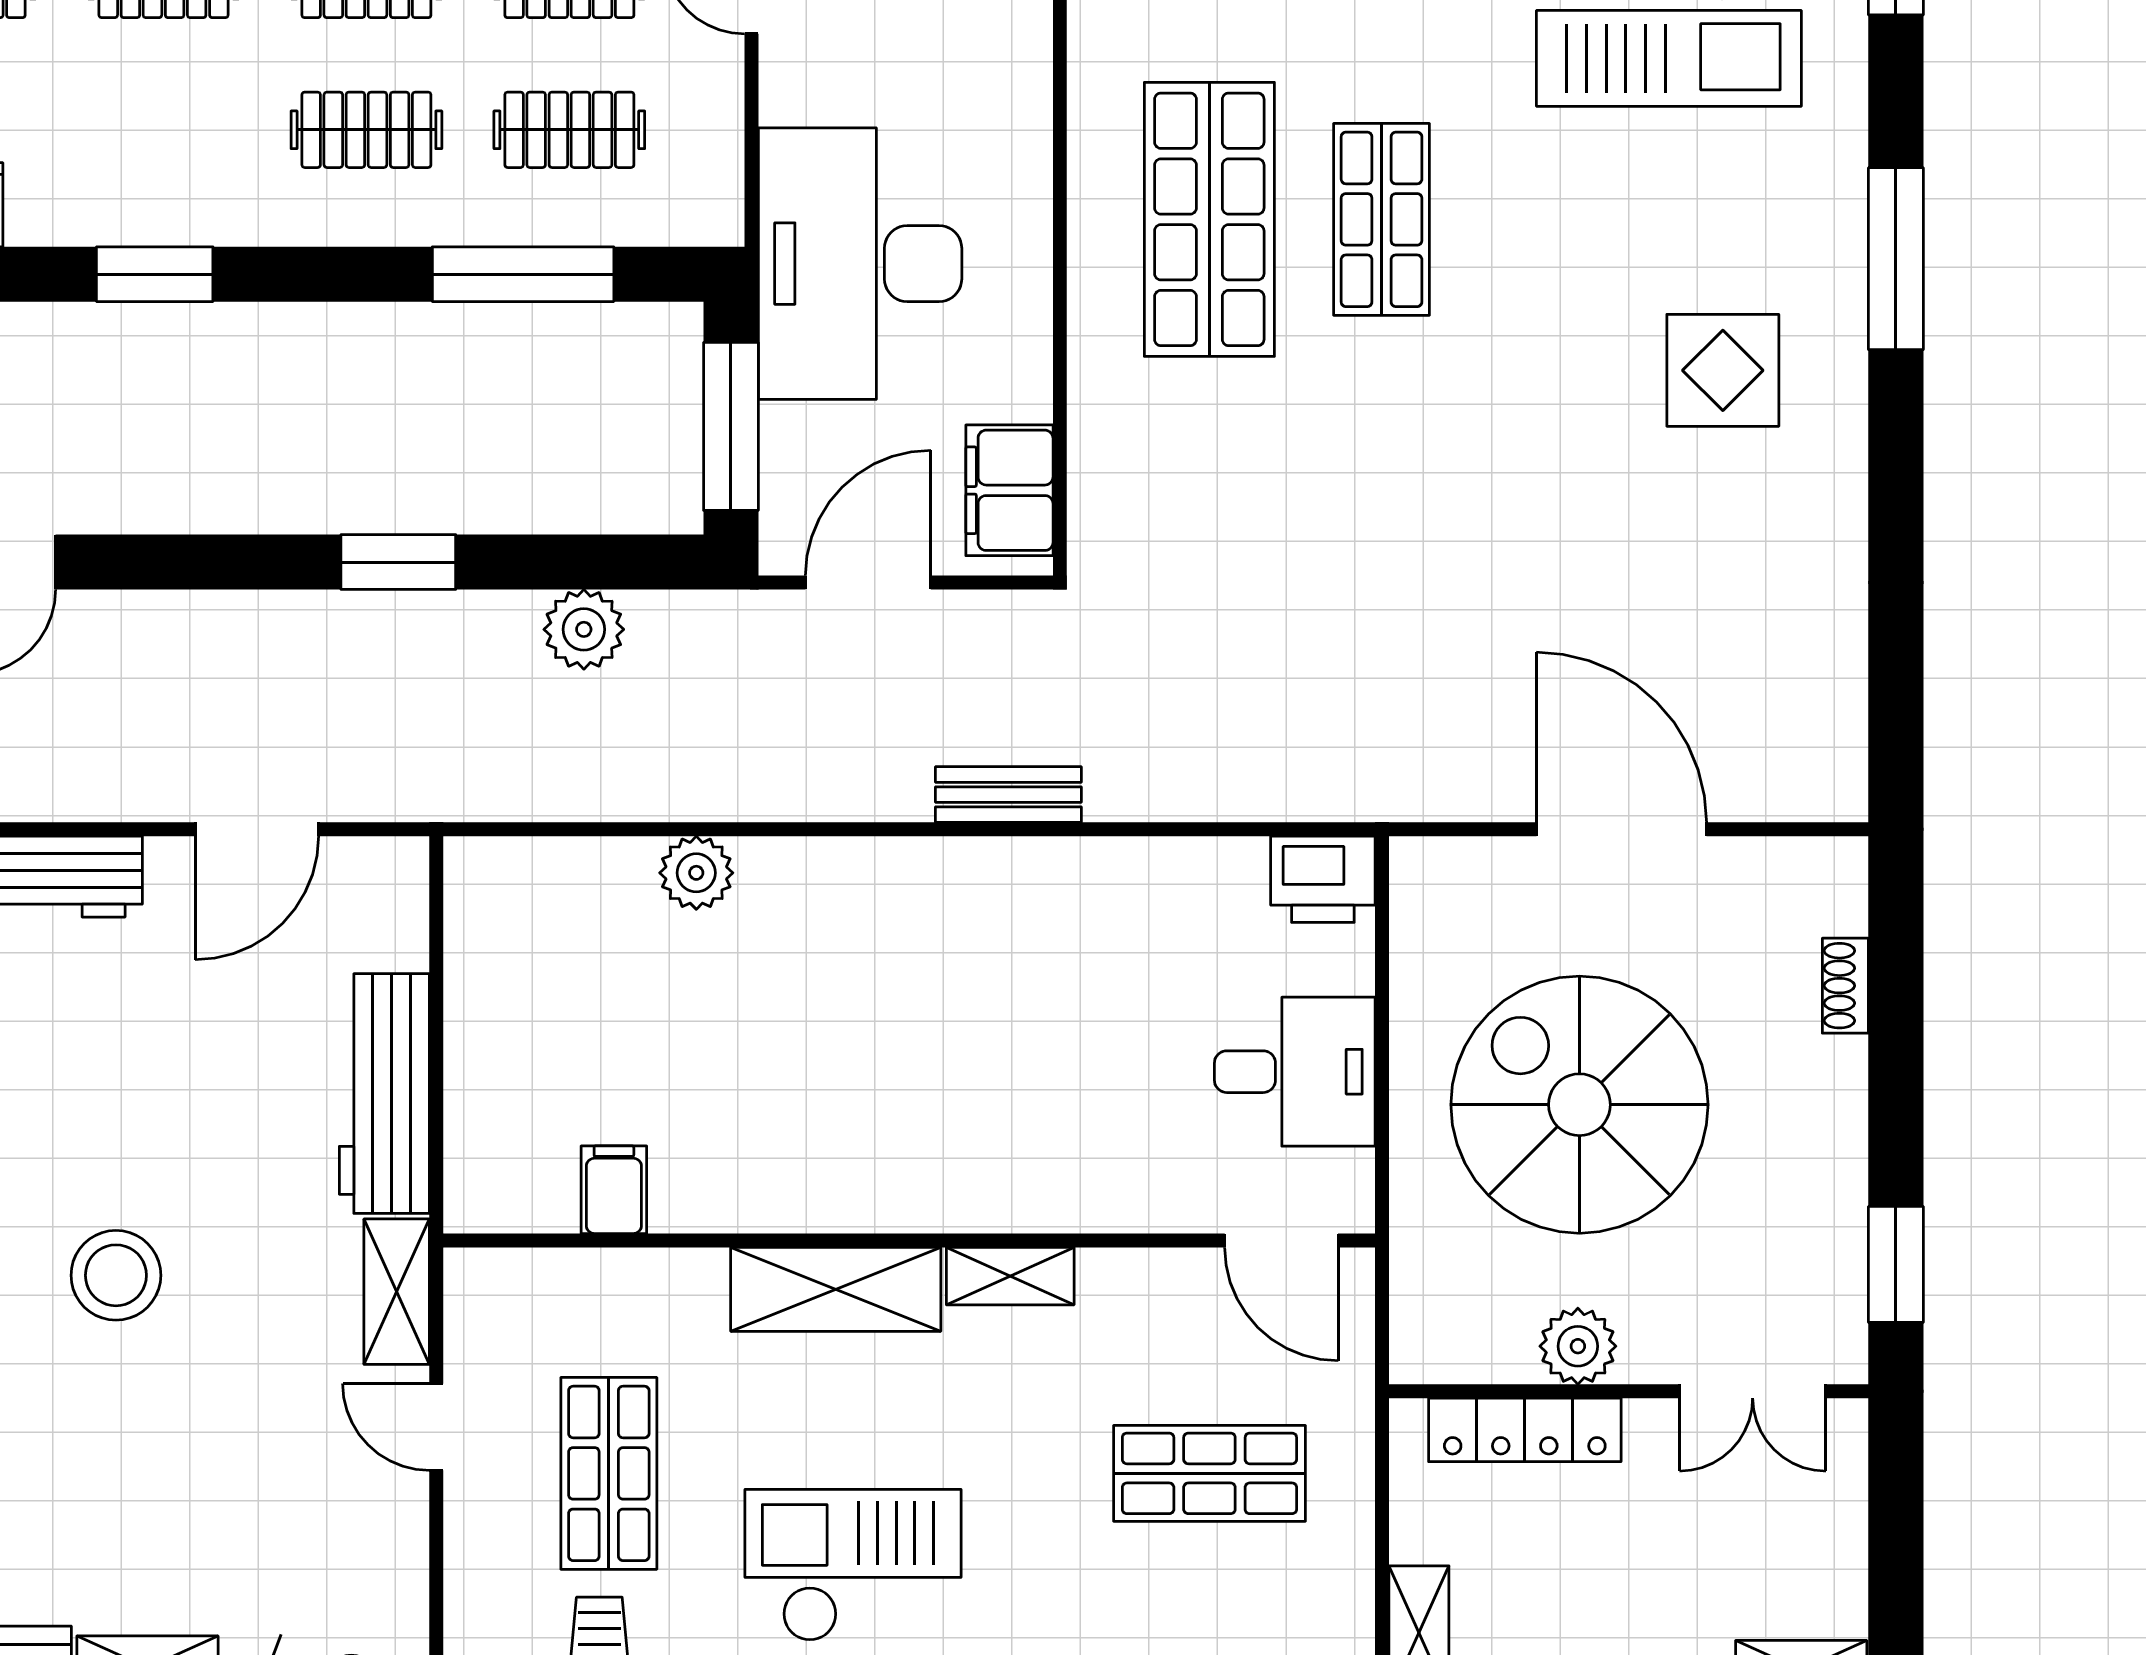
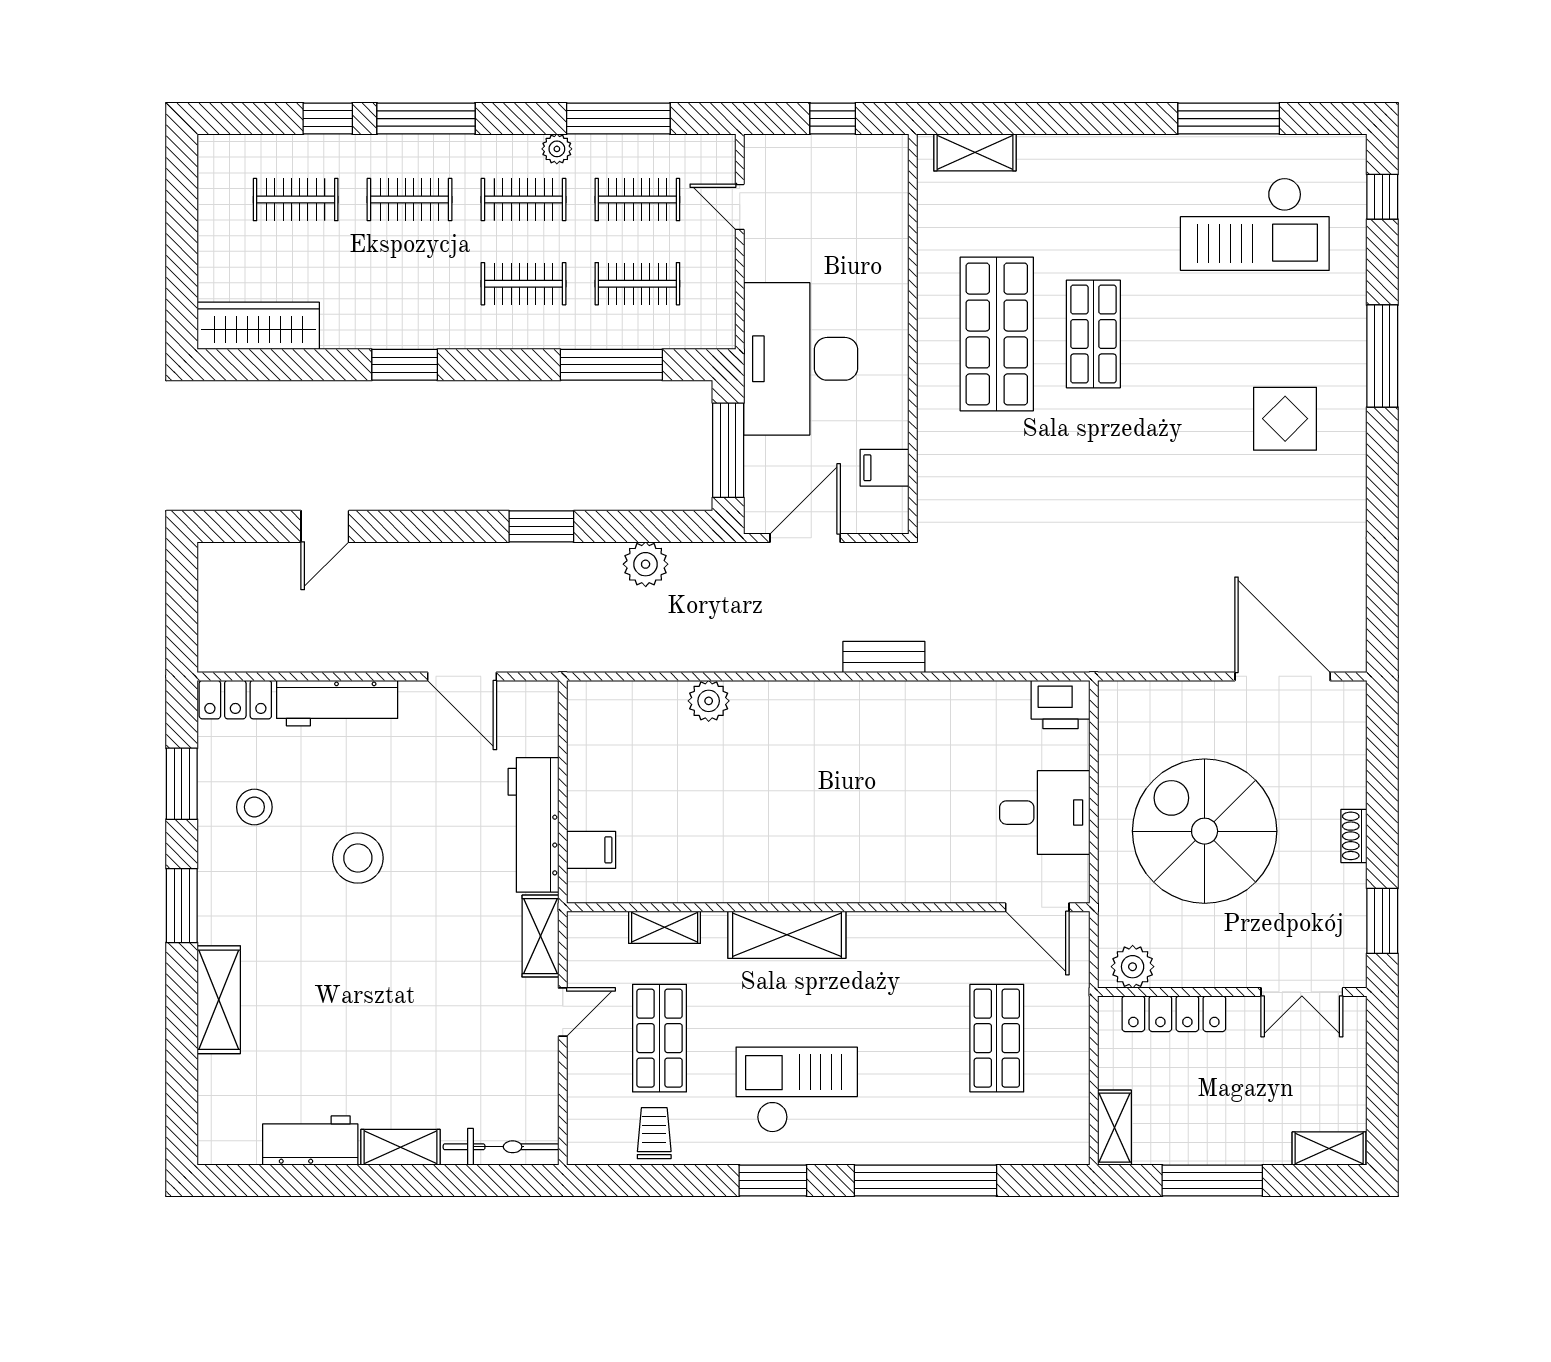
filing cabinet: (1009, 490) -> (884, 468), width x0.50
door: (257, 829) -> (462, 676), hinge flipped
door: (1621, 829) -> (1283, 676), moved
shoe rack: (1845, 986) -> (1354, 836), moved
filing cabinet: (614, 1190) -> (591, 850), moved, turned 90
stool: (116, 1275) -> (358, 858), moved
shelving: (1010, 1276) -> (665, 927), moved
plant: (1578, 1346) -> (1133, 967), moved
door: (436, 1427) -> (563, 1012), swing flipped
shop shelf: (1209, 1473) -> (997, 1038), turned 90

